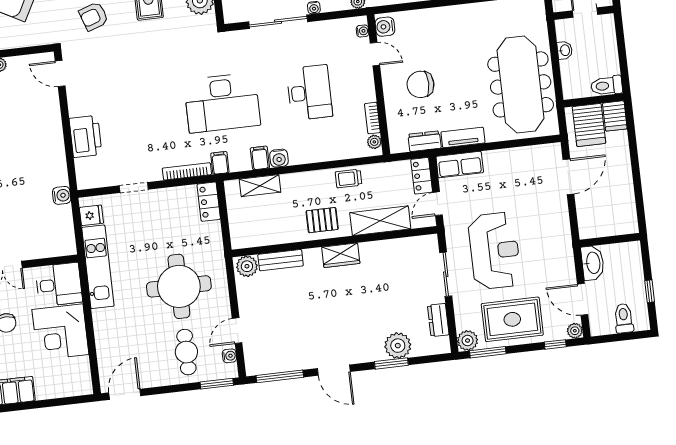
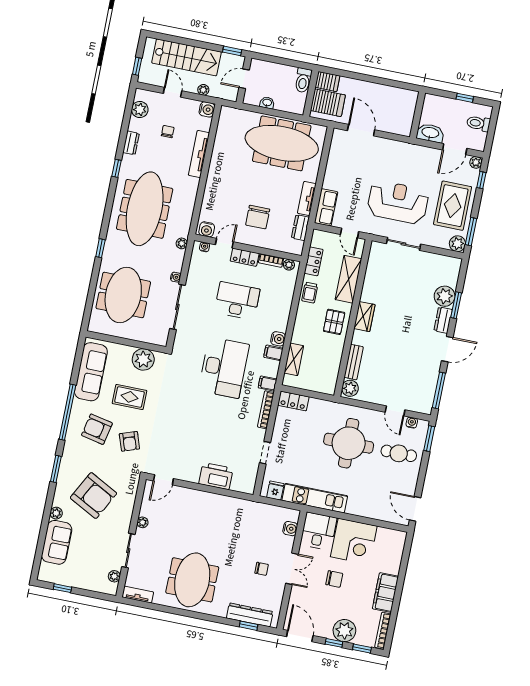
locker: (366, 84) -> (245, 257), added
locker: (422, 176) -> (314, 261), moved, turned -90
water cooler: (62, 195) -> (290, 529), moved, turned 90
dresser: (438, 320) -> (443, 320), moved, turned 90

